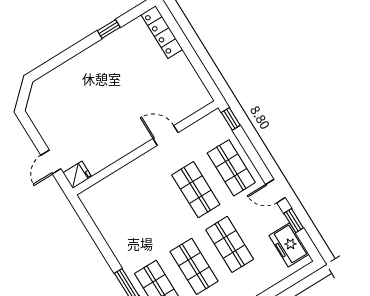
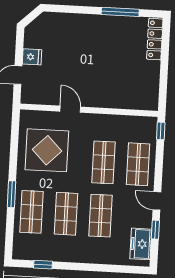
window: (109, 29) -> (120, 12), width x2.17
door: (166, 135) -> (70, 109), moved
fridge: (77, 175) -> (32, 57), moved
display table: (131, 217) -> (47, 150), added

